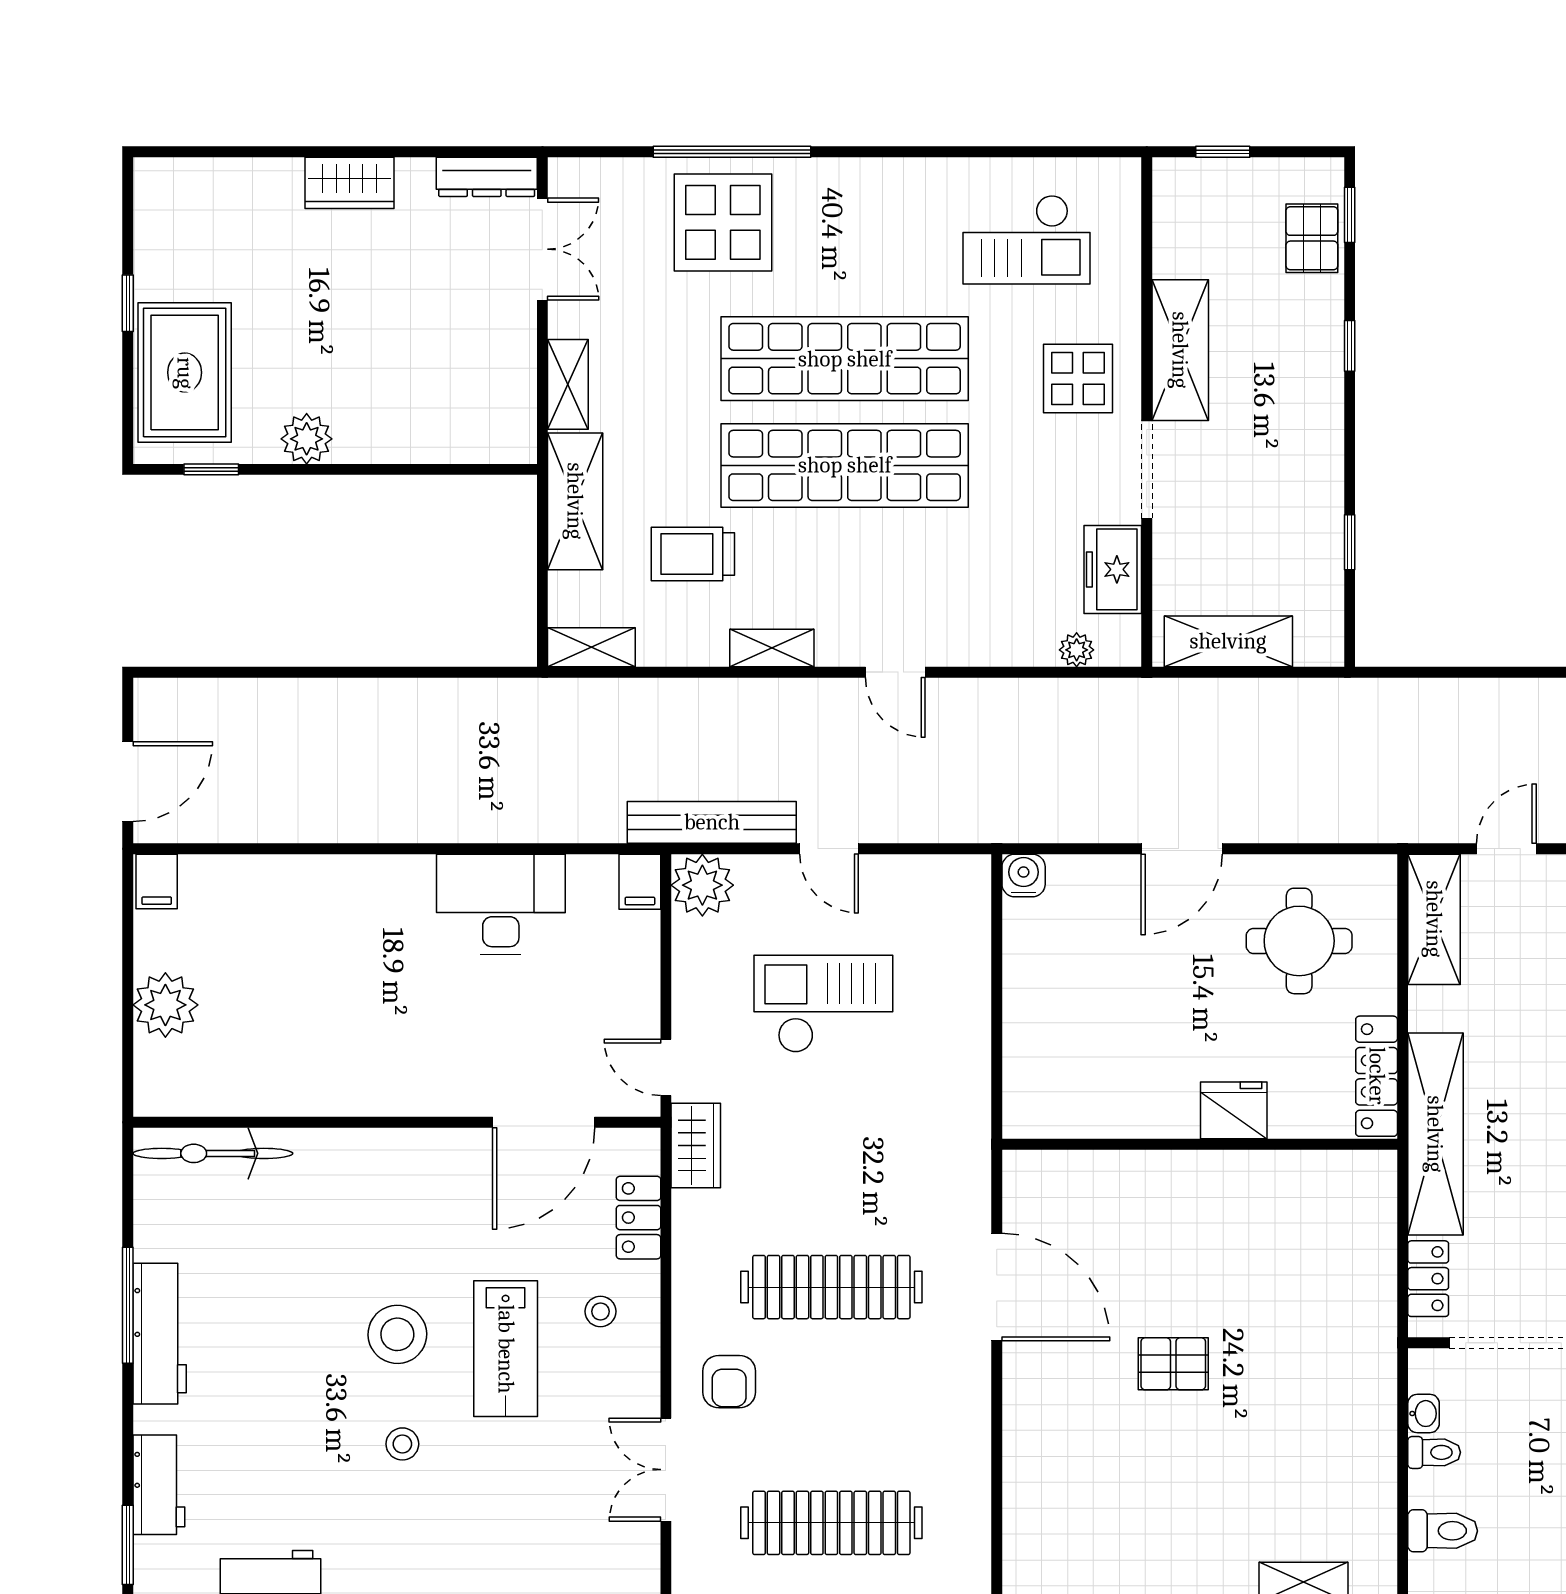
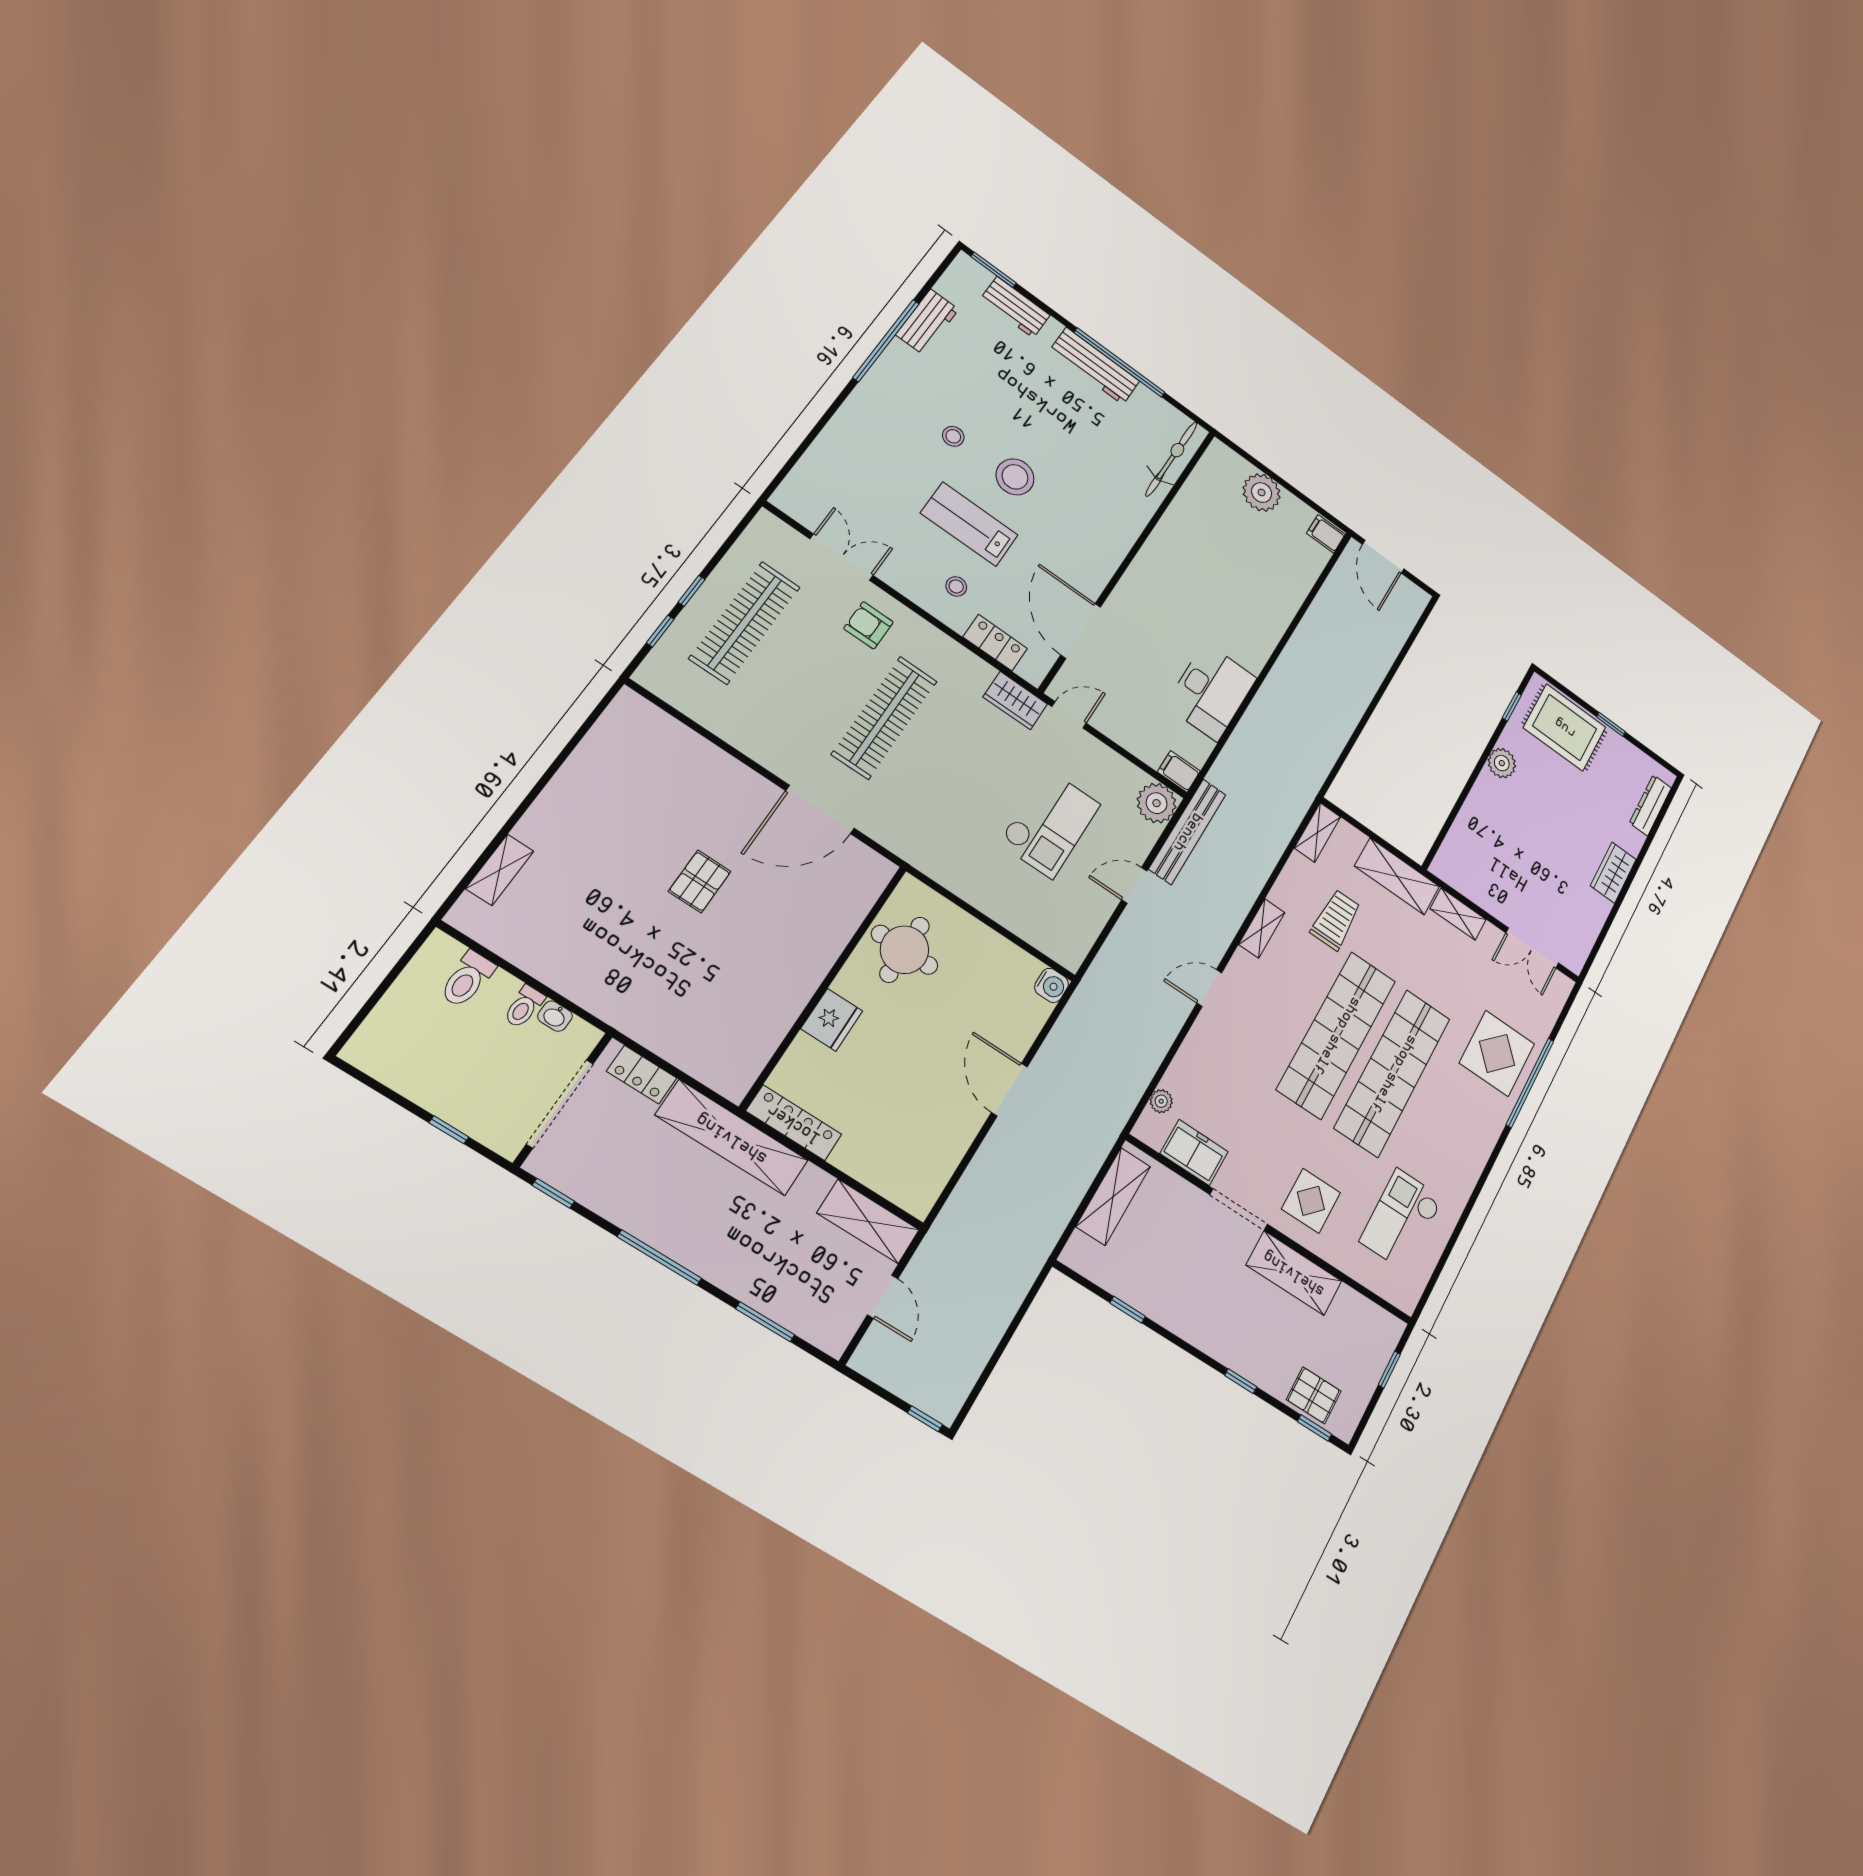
dresser: (487, 177) -> (1650, 805), moved
round table: (1299, 941) -> (905, 950), moved
window: (128, 1305) -> (1120, 363), width x1.46

